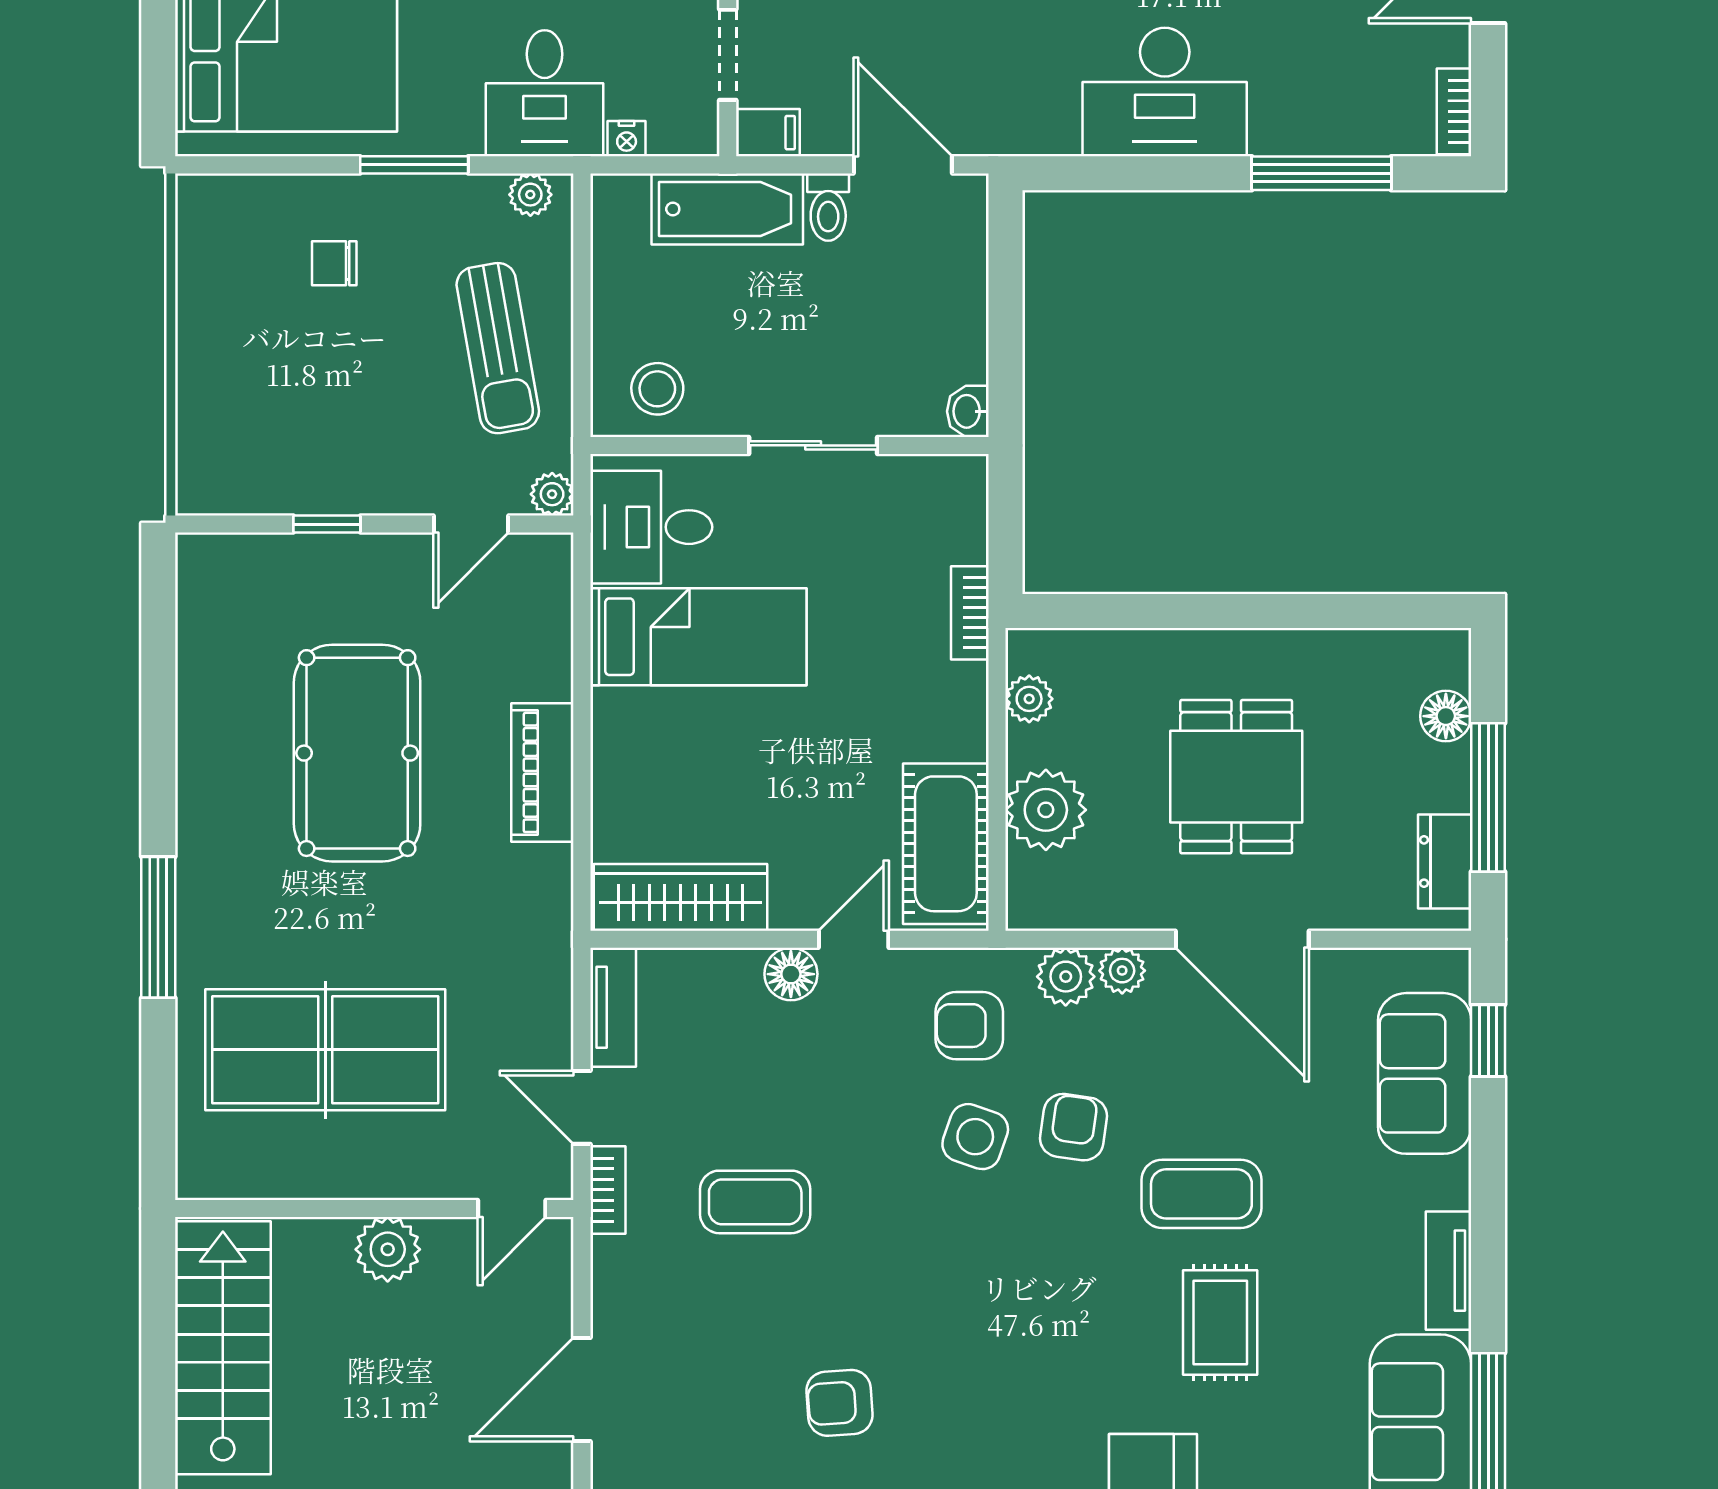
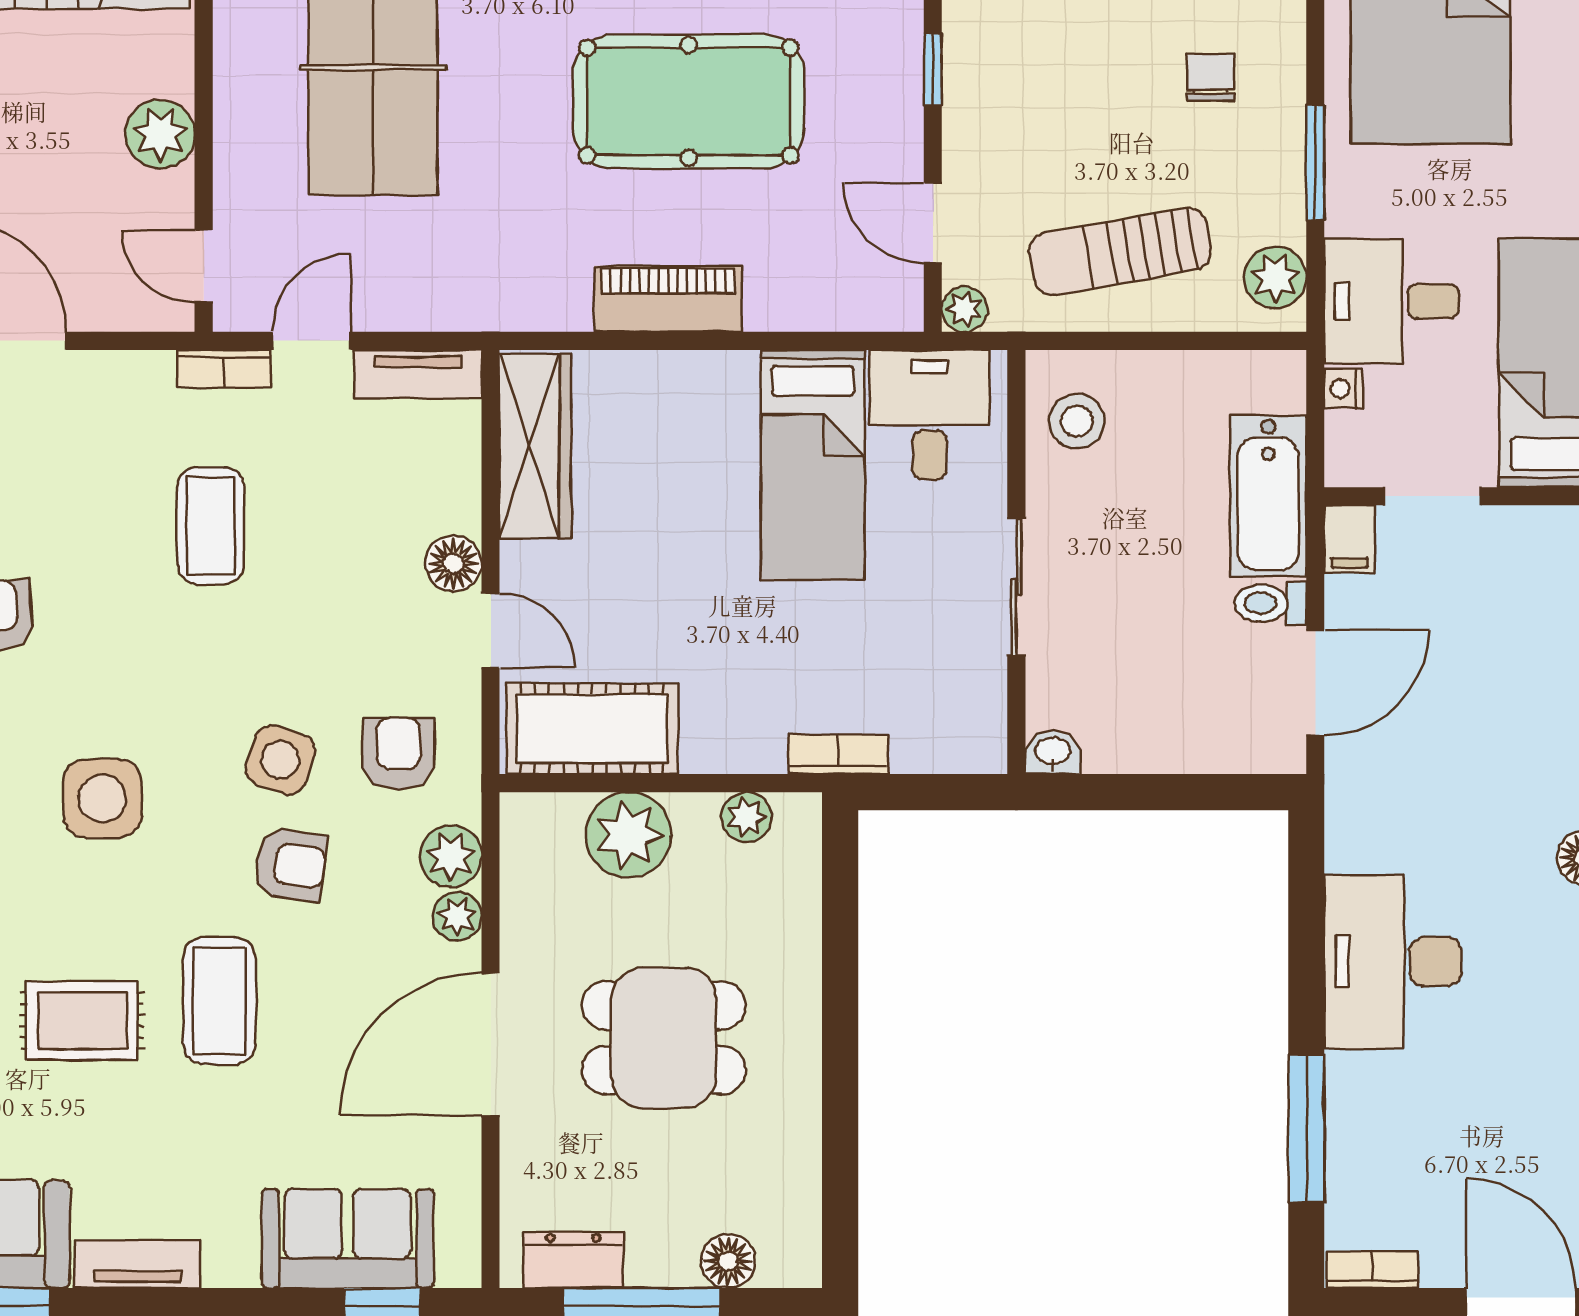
plant: (530, 195) -> (1275, 277), width x1.38, depth x1.38
side table: (1011, 1304) -> (102, 798), added

